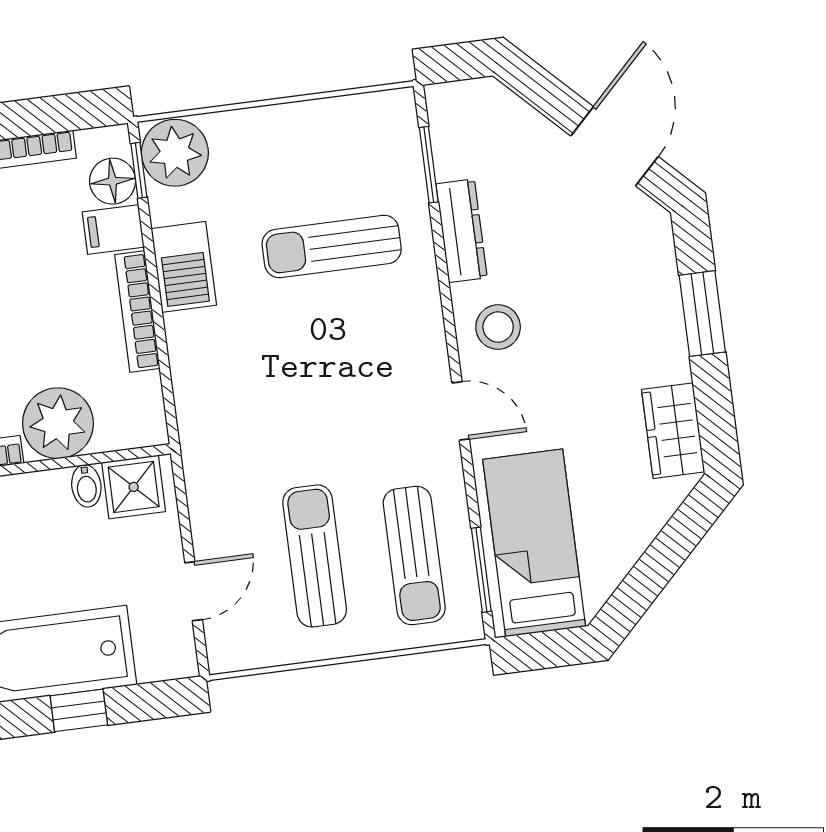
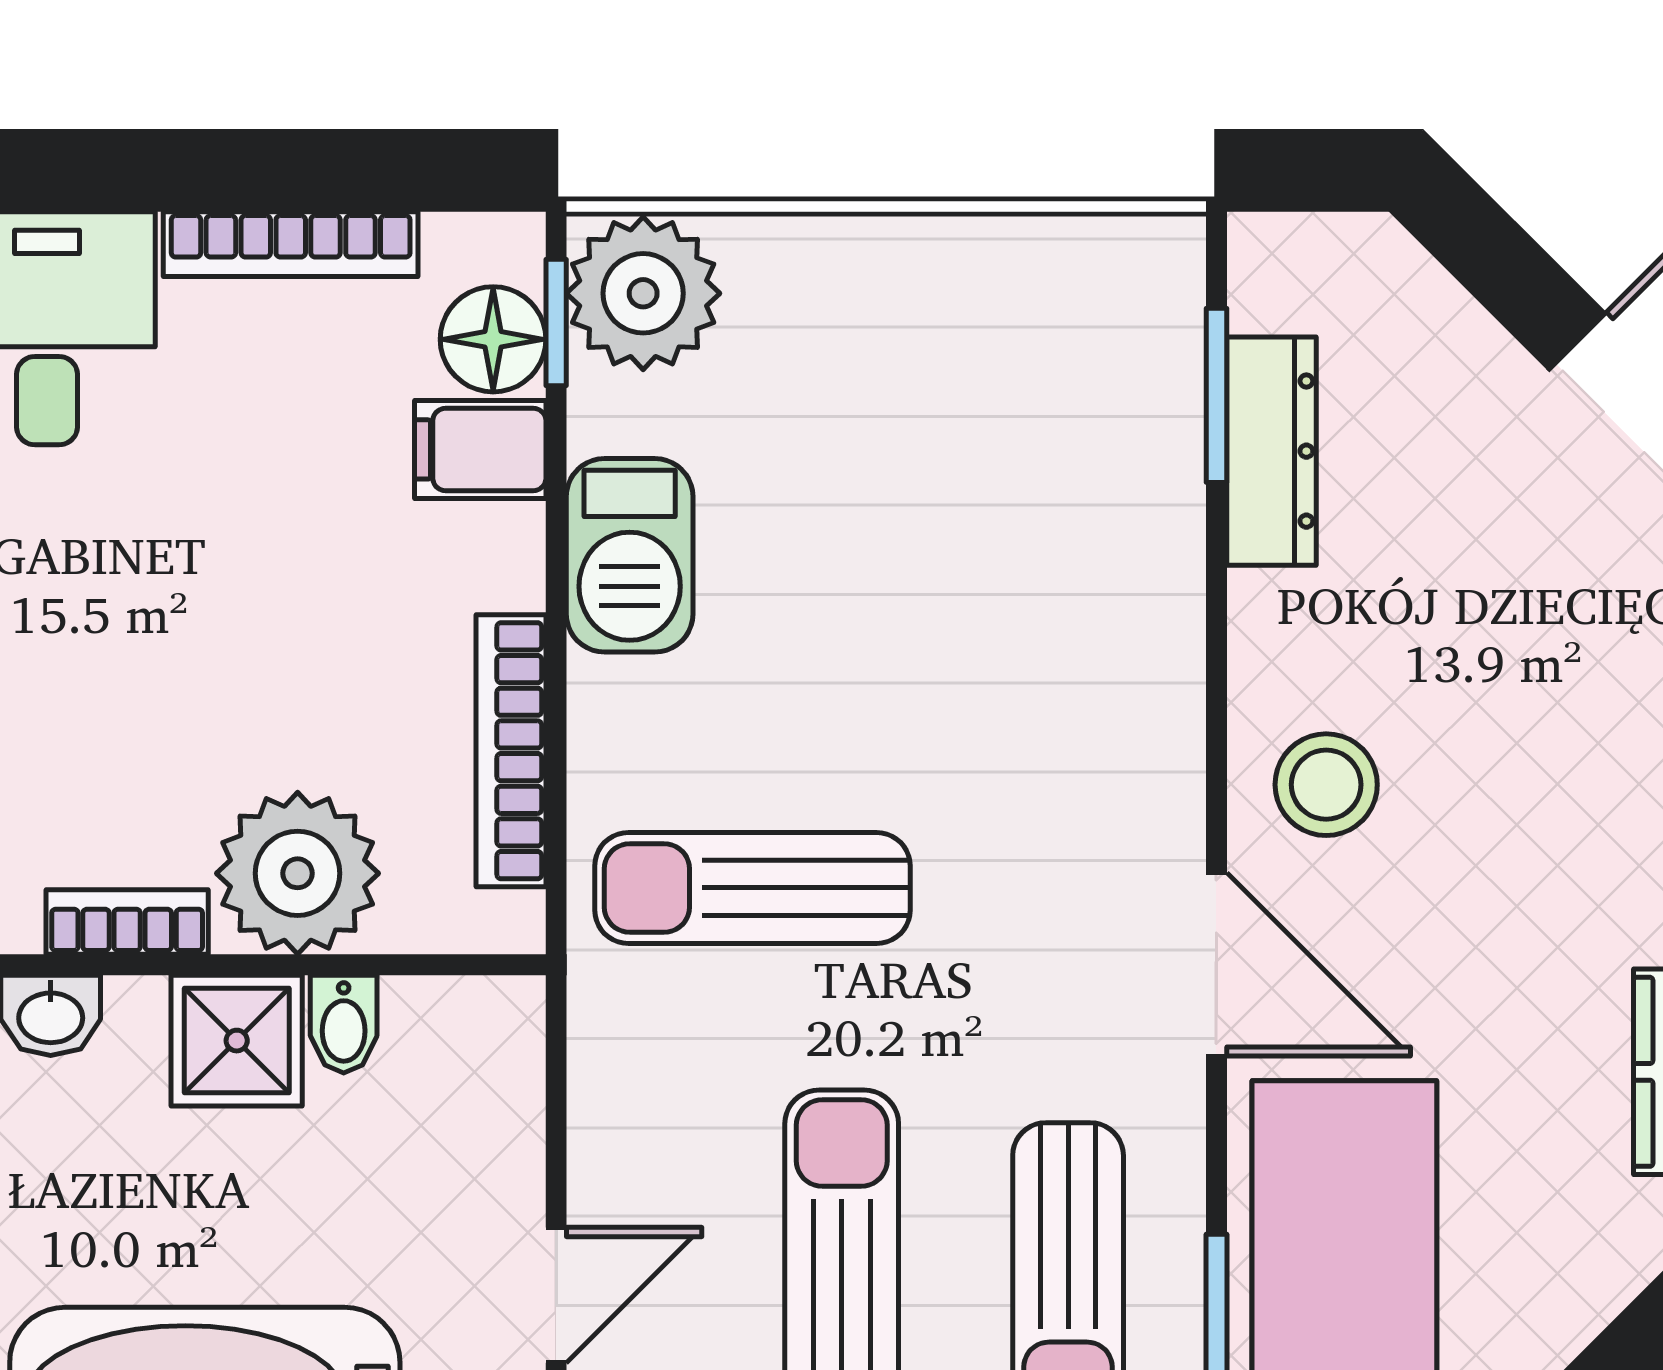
dresser: (462, 231) -> (1271, 451), moved
sun lounger: (332, 247) -> (753, 888), moved
bookcase: (137, 312) -> (511, 751), moved
door: (461, 411) -> (1216, 964), width x1.38
shower: (134, 487) -> (237, 1041), moved

